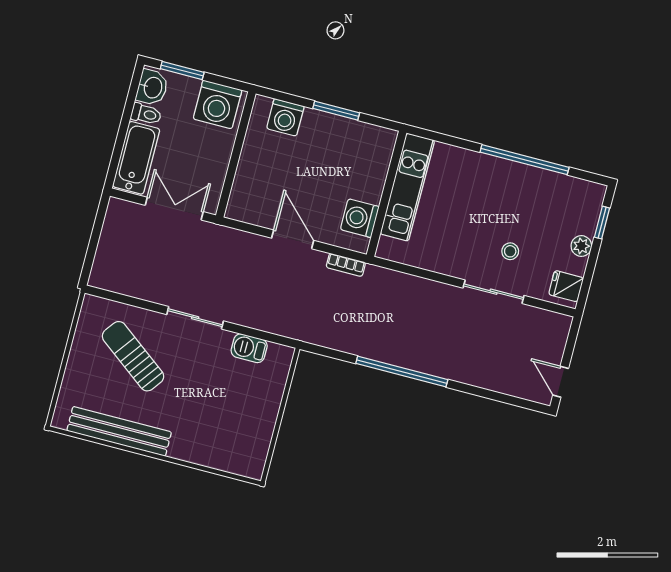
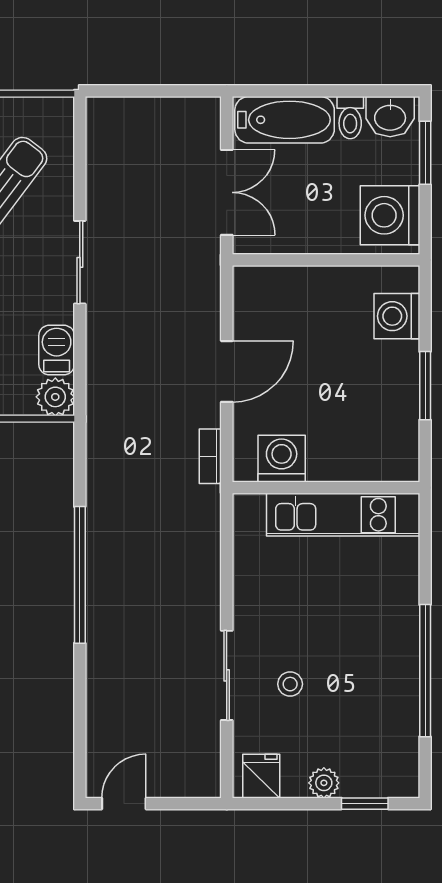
plant: (280, 357) -> (55, 397), added

